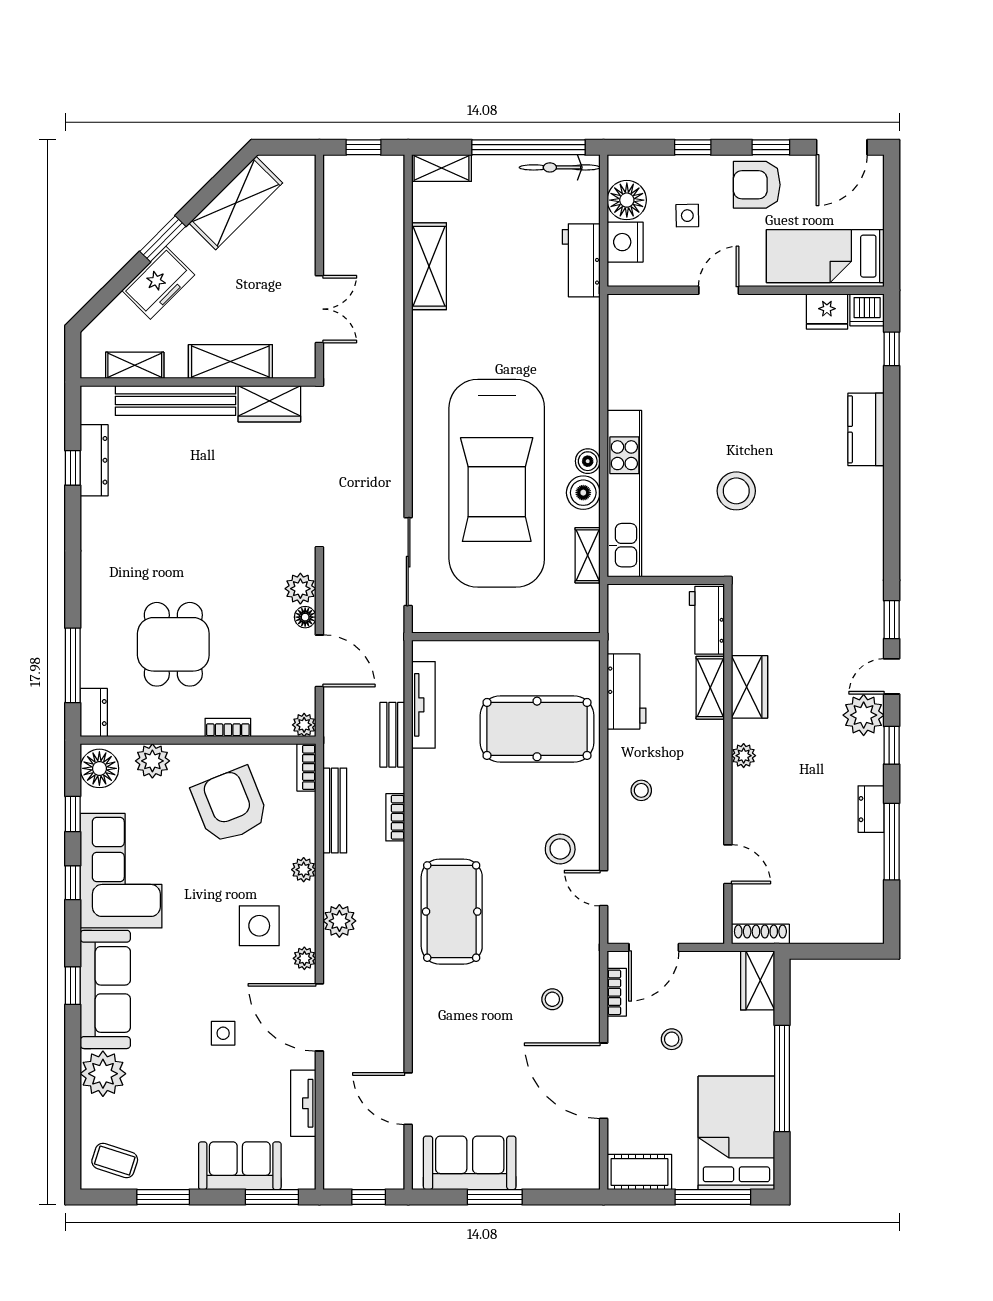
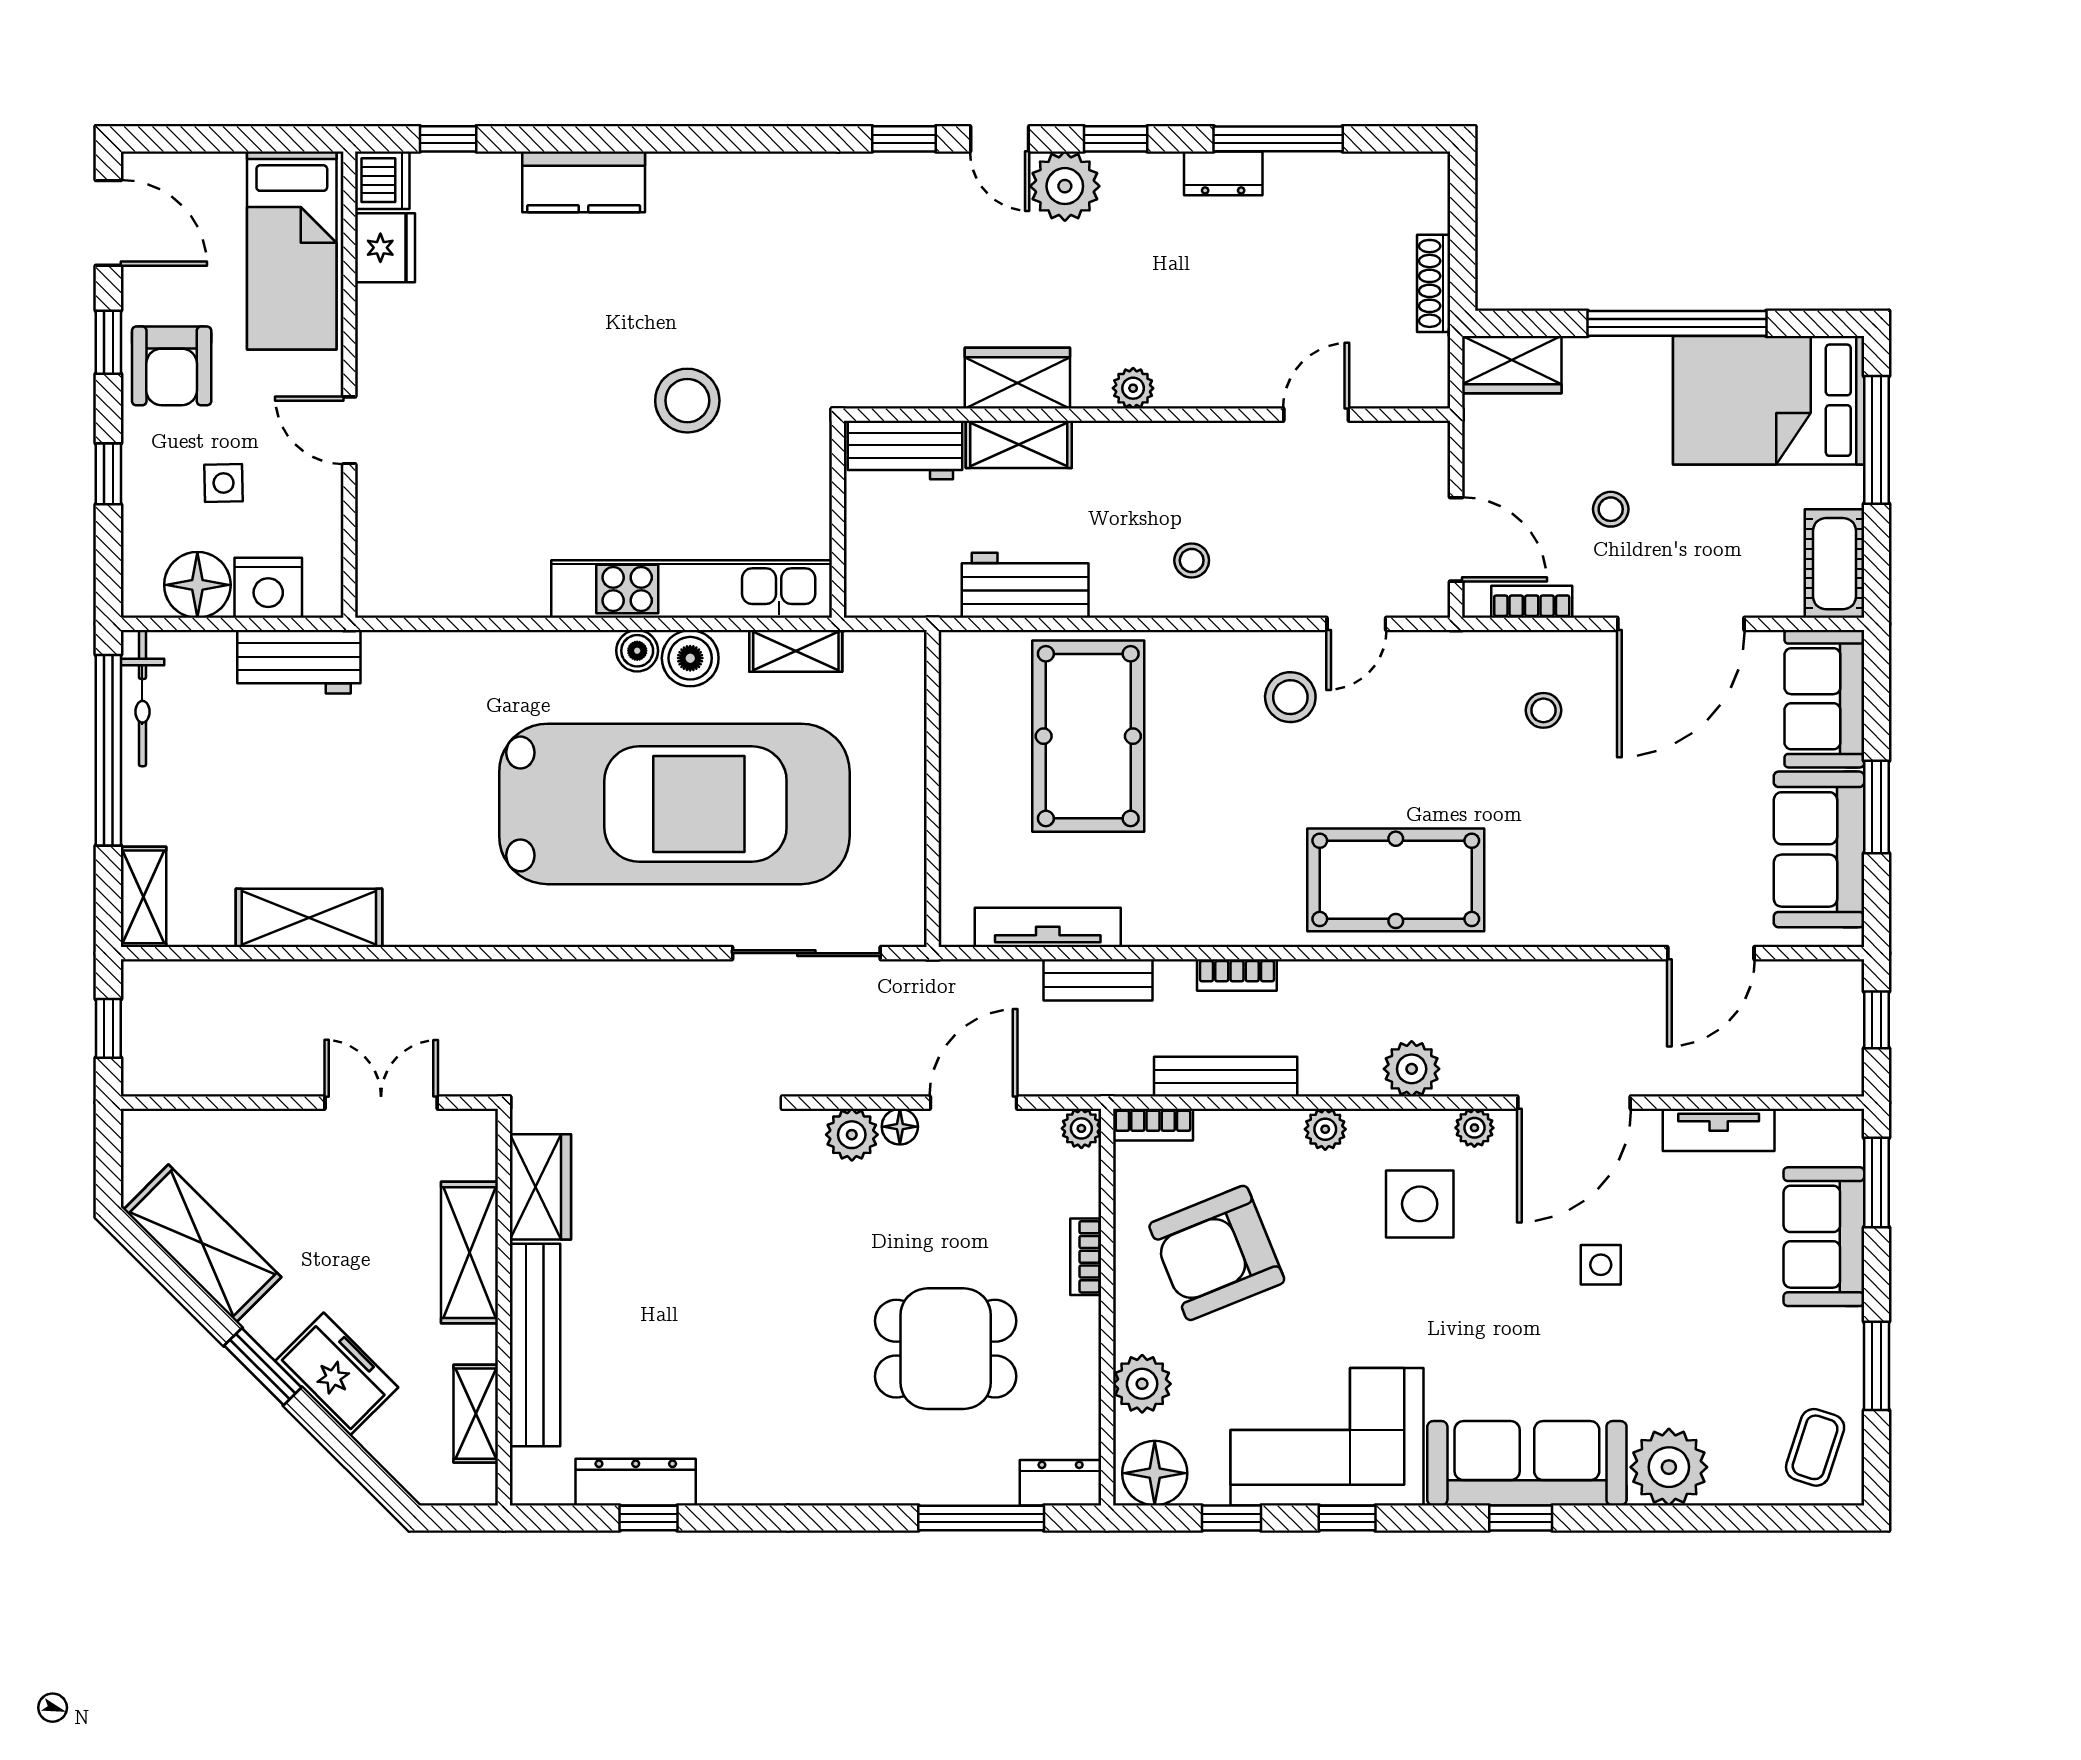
shoe rack: (760, 934) -> (1434, 283), moved
sofa: (559, 1166) -> (1824, 699), added

